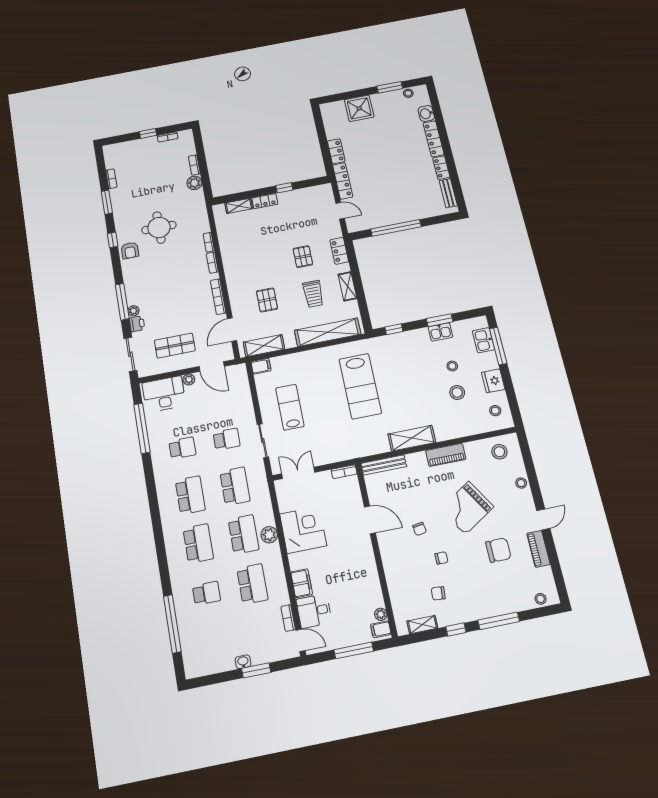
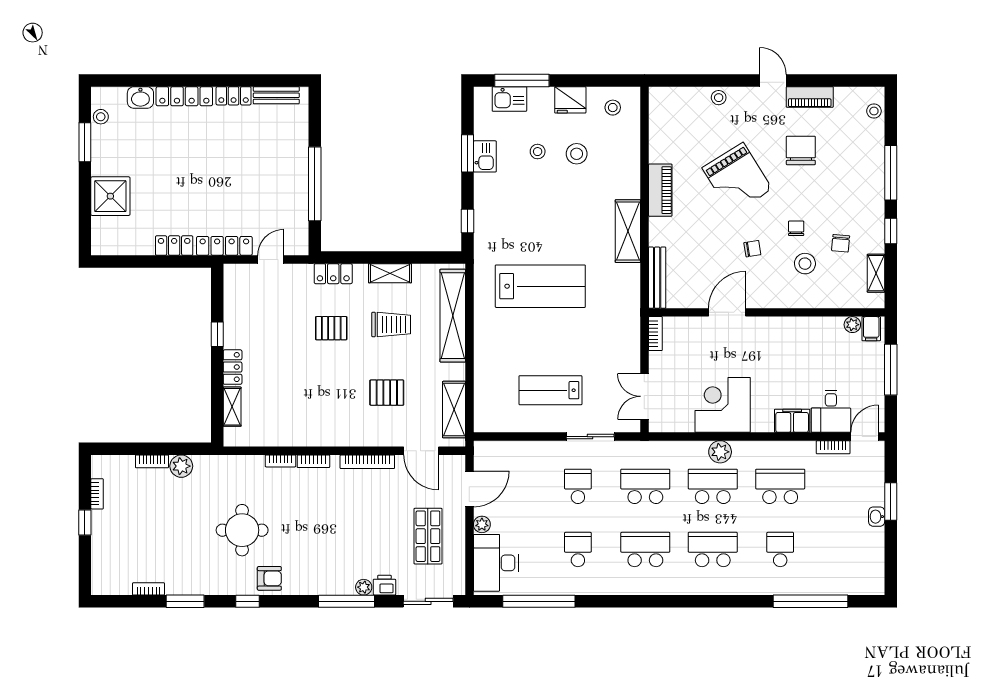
filing cabinet: (261, 366) -> (483, 419), removed
stool: (499, 452) -> (805, 264), moved

